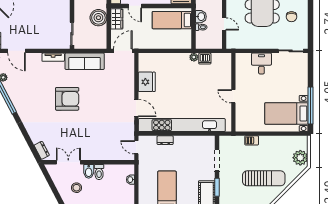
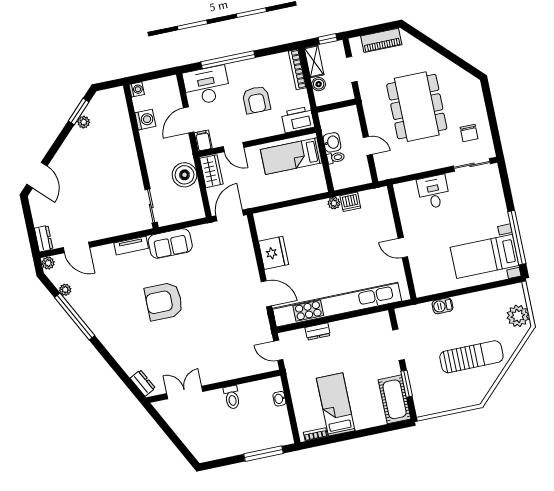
chair: (291, 17) -> (469, 133), moved
sofa: (85, 61) -> (170, 243), width x0.73
armchair: (67, 99) -> (164, 301), turned 180
bidet: (89, 171) -> (217, 399), removed
stool: (76, 188) -> (204, 427), removed

